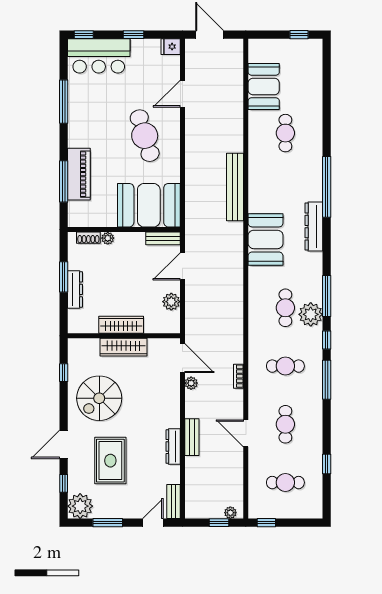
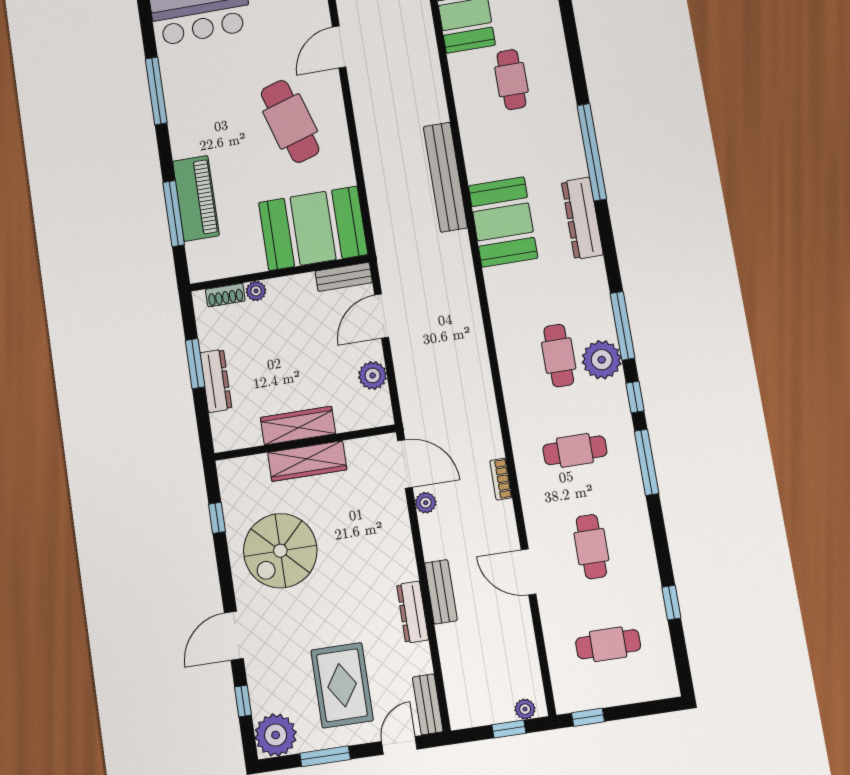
booth: (266, 239) -> (503, 222), moved
rug: (110, 461) -> (342, 685), moved

